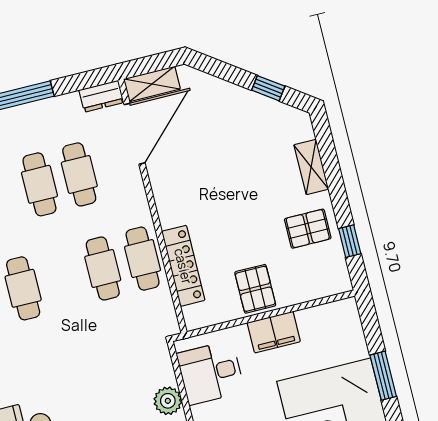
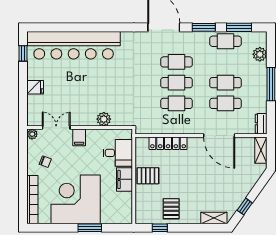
door: (134, 134) -> (219, 135), moved
shelving: (311, 167) -> (214, 218), moved
cafe table: (143, 259) -> (177, 83), moved
desk: (211, 373) -> (118, 153), moved, turned 90

